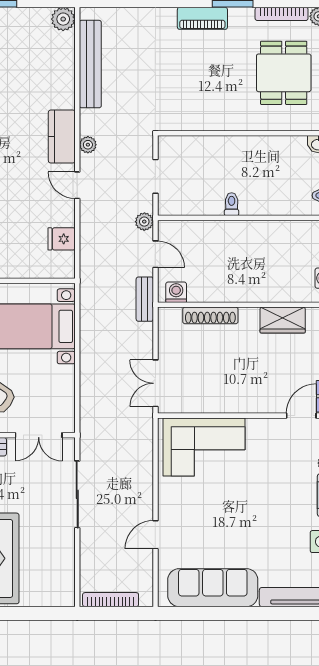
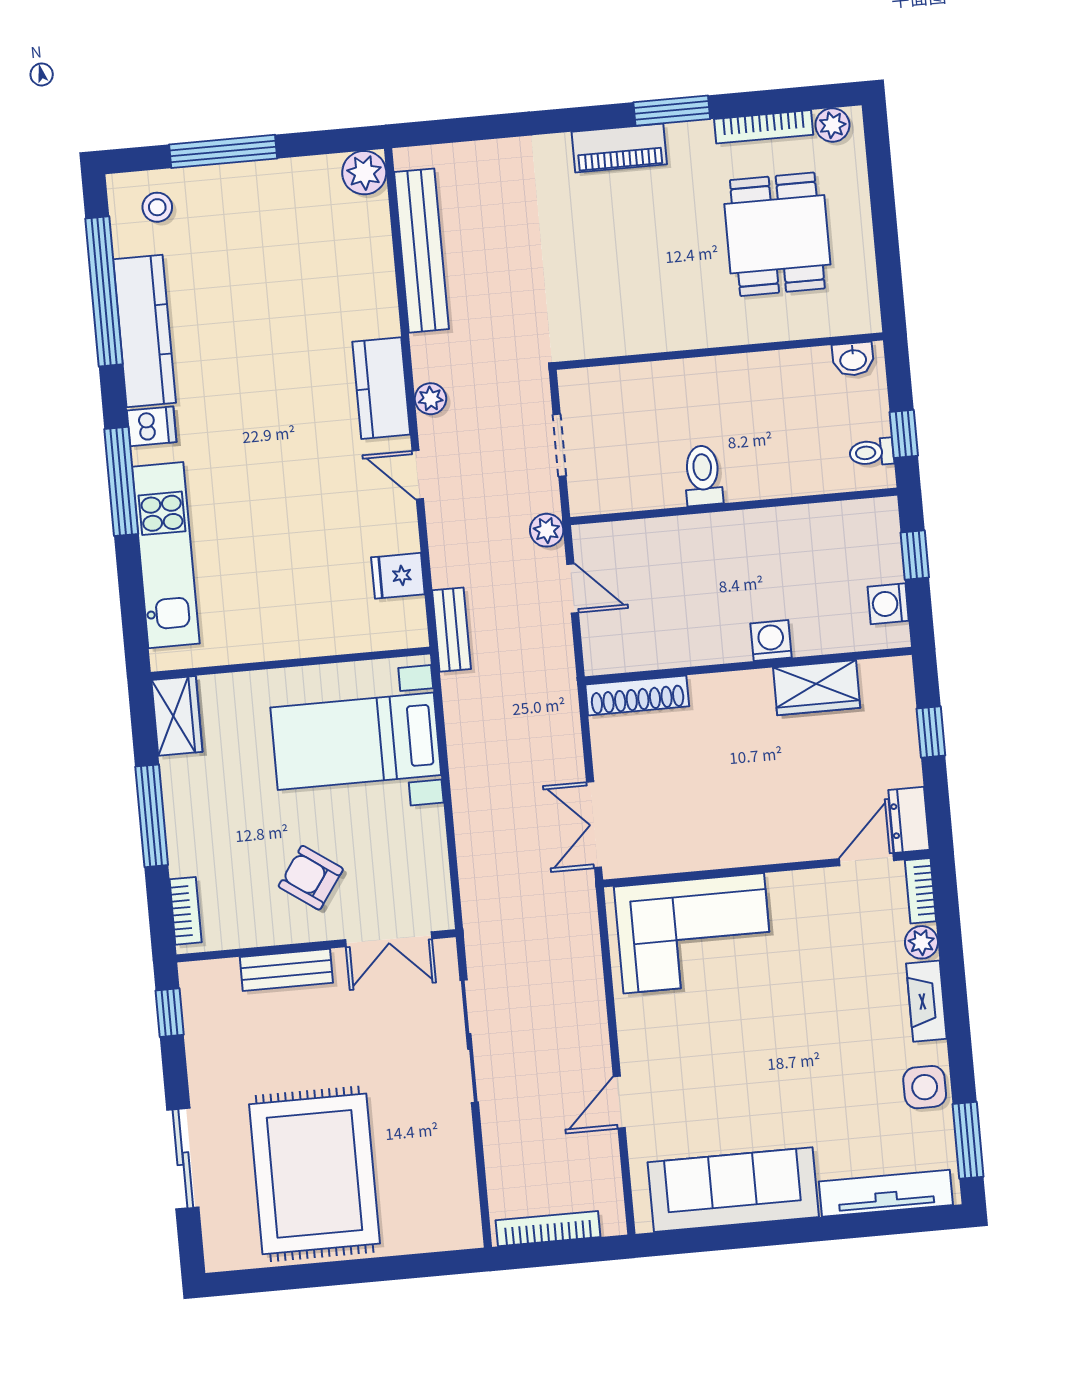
toilet: (232, 204) -> (703, 475), width x1.37, depth x1.39
washing machine: (176, 292) -> (771, 640), moved
bench: (145, 299) -> (452, 630), moved
shoe rack: (210, 315) -> (637, 695), moved

